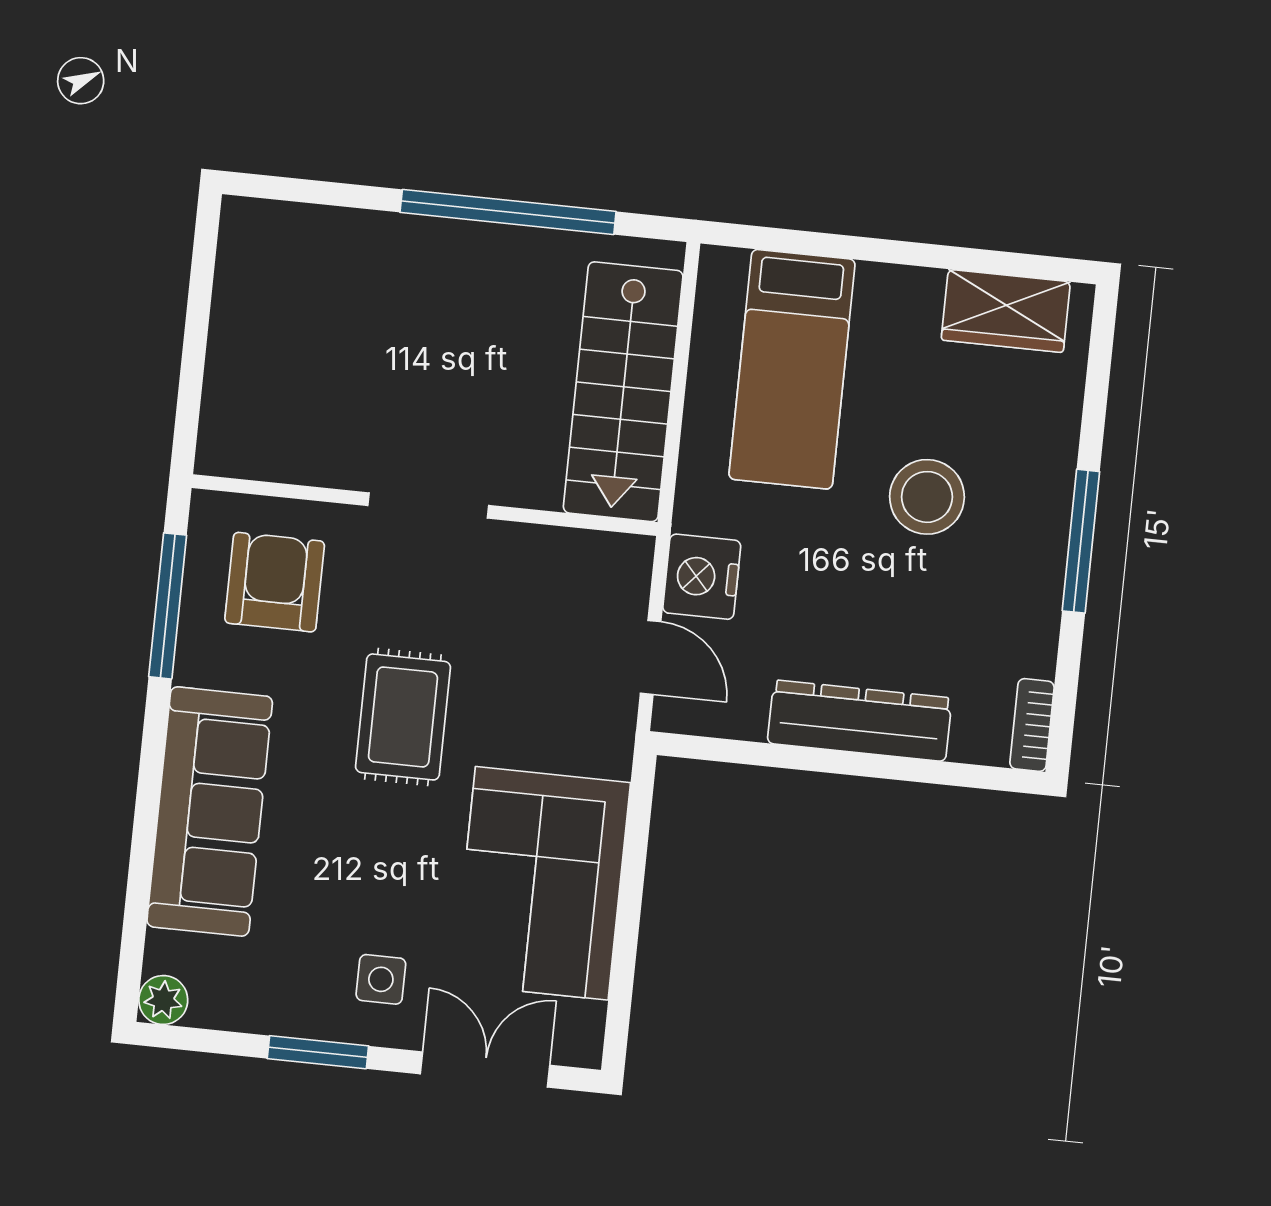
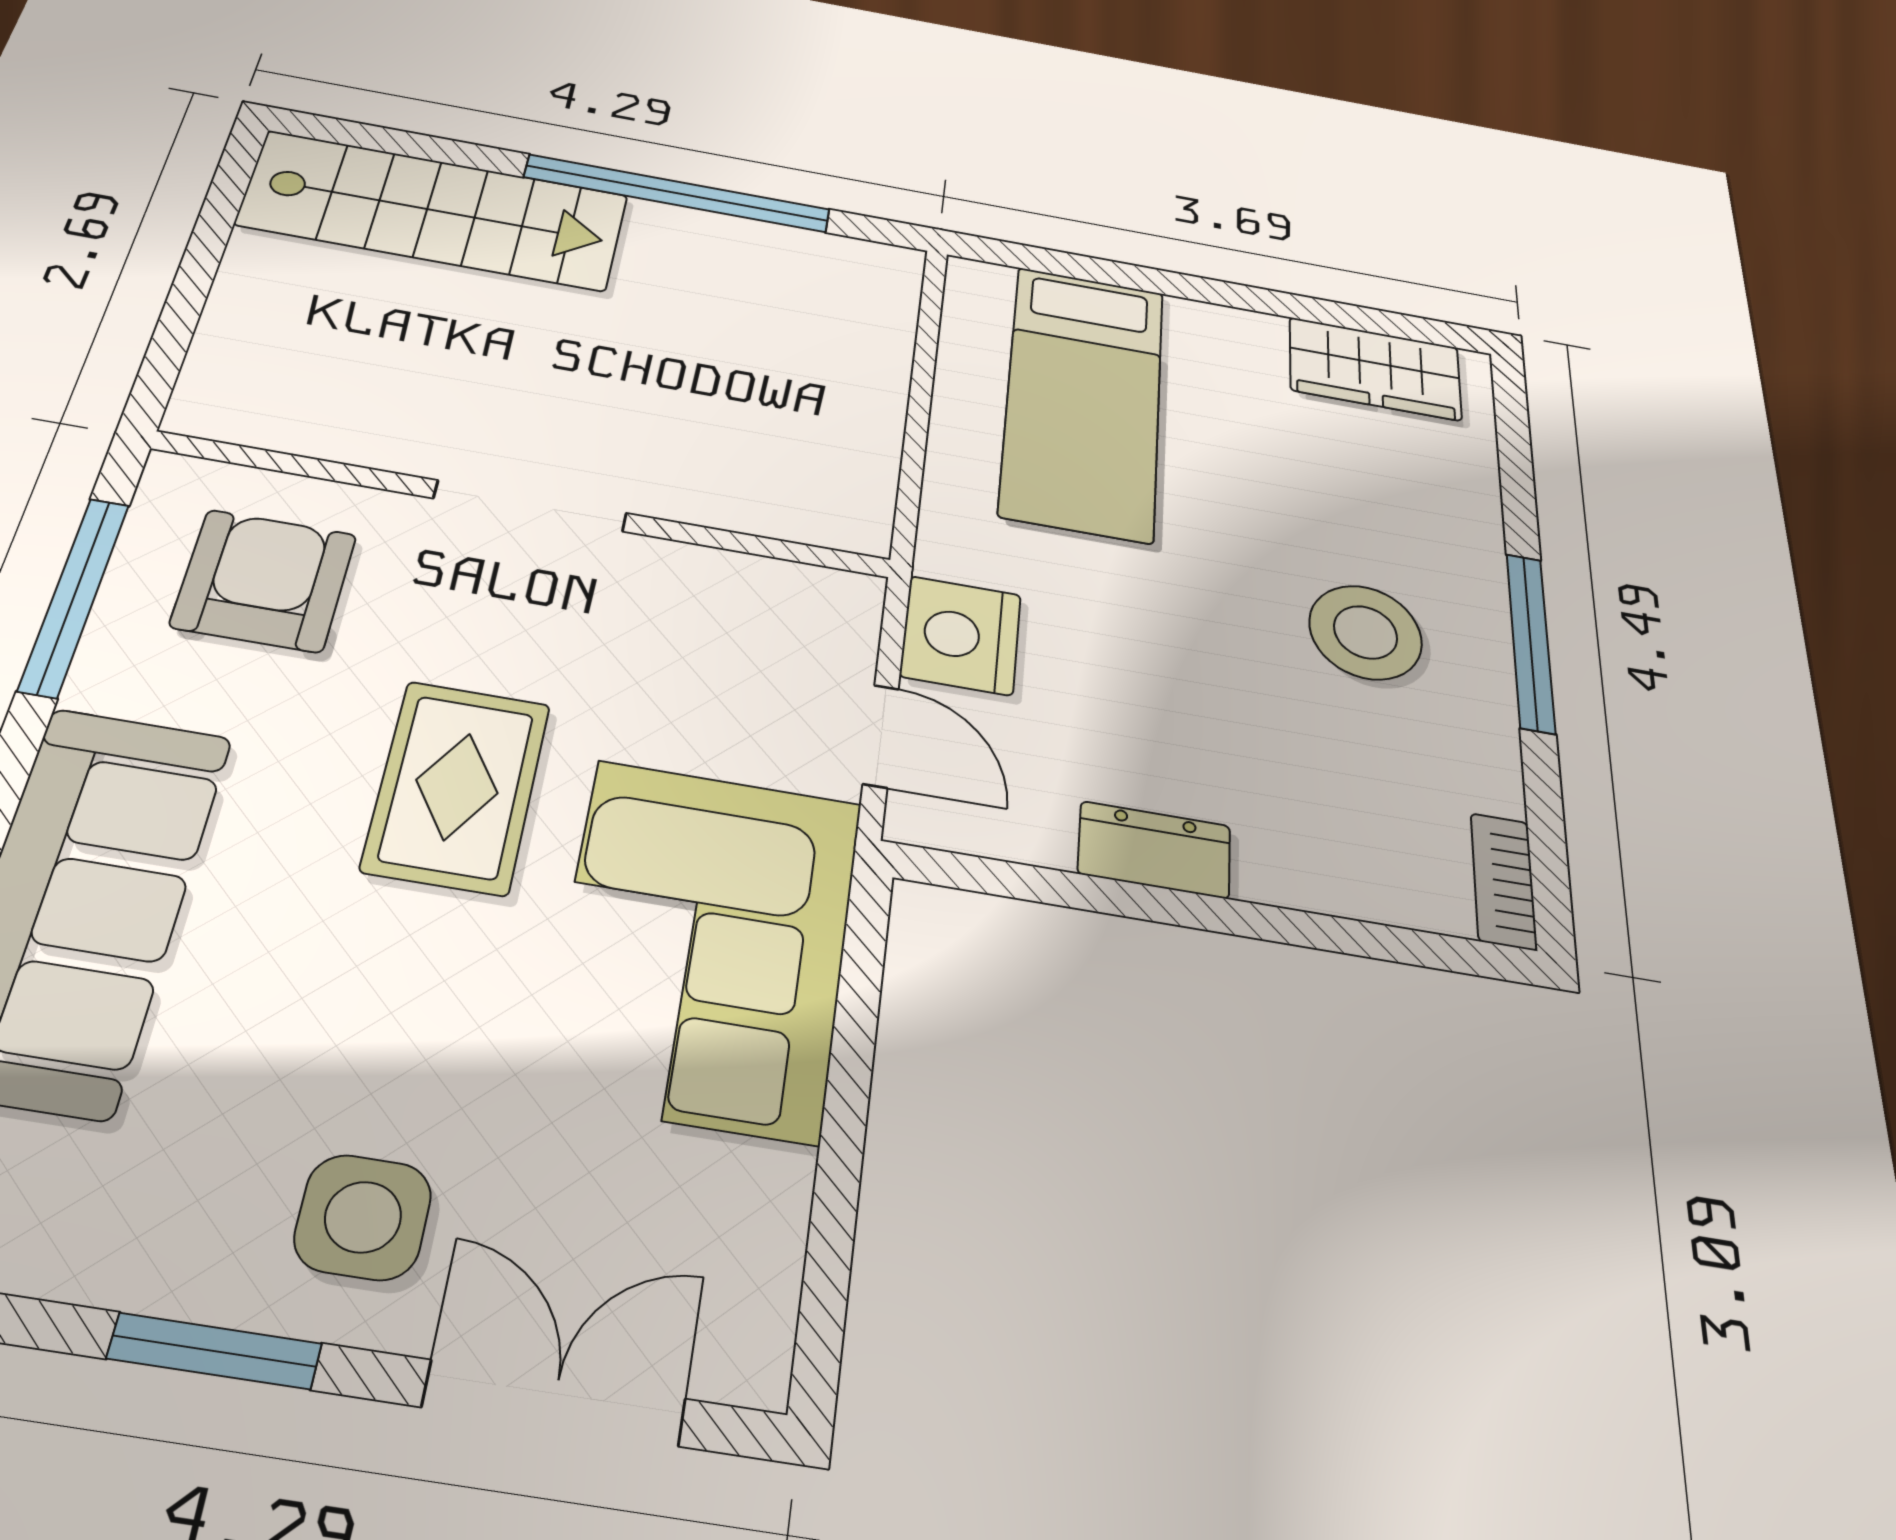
stairs: (623, 392) -> (434, 210), moved, turned -90
stool: (927, 497) -> (1366, 632), moved
dresser: (860, 721) -> (1154, 850), width x0.51, depth x0.80
corner sofa: (542, 883) -> (704, 945), moved
side table: (381, 979) -> (363, 1217), width x1.37, depth x1.37

